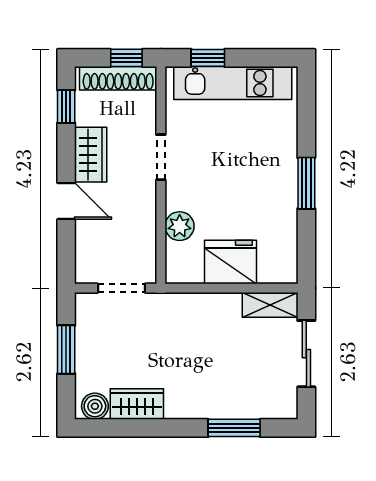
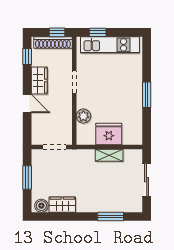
shelving: (270, 305) -> (109, 155), moved

